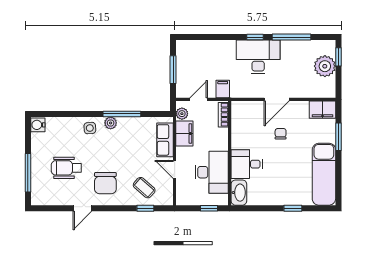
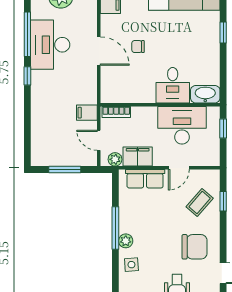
desk: (258, 57) -> (50, 45), moved

